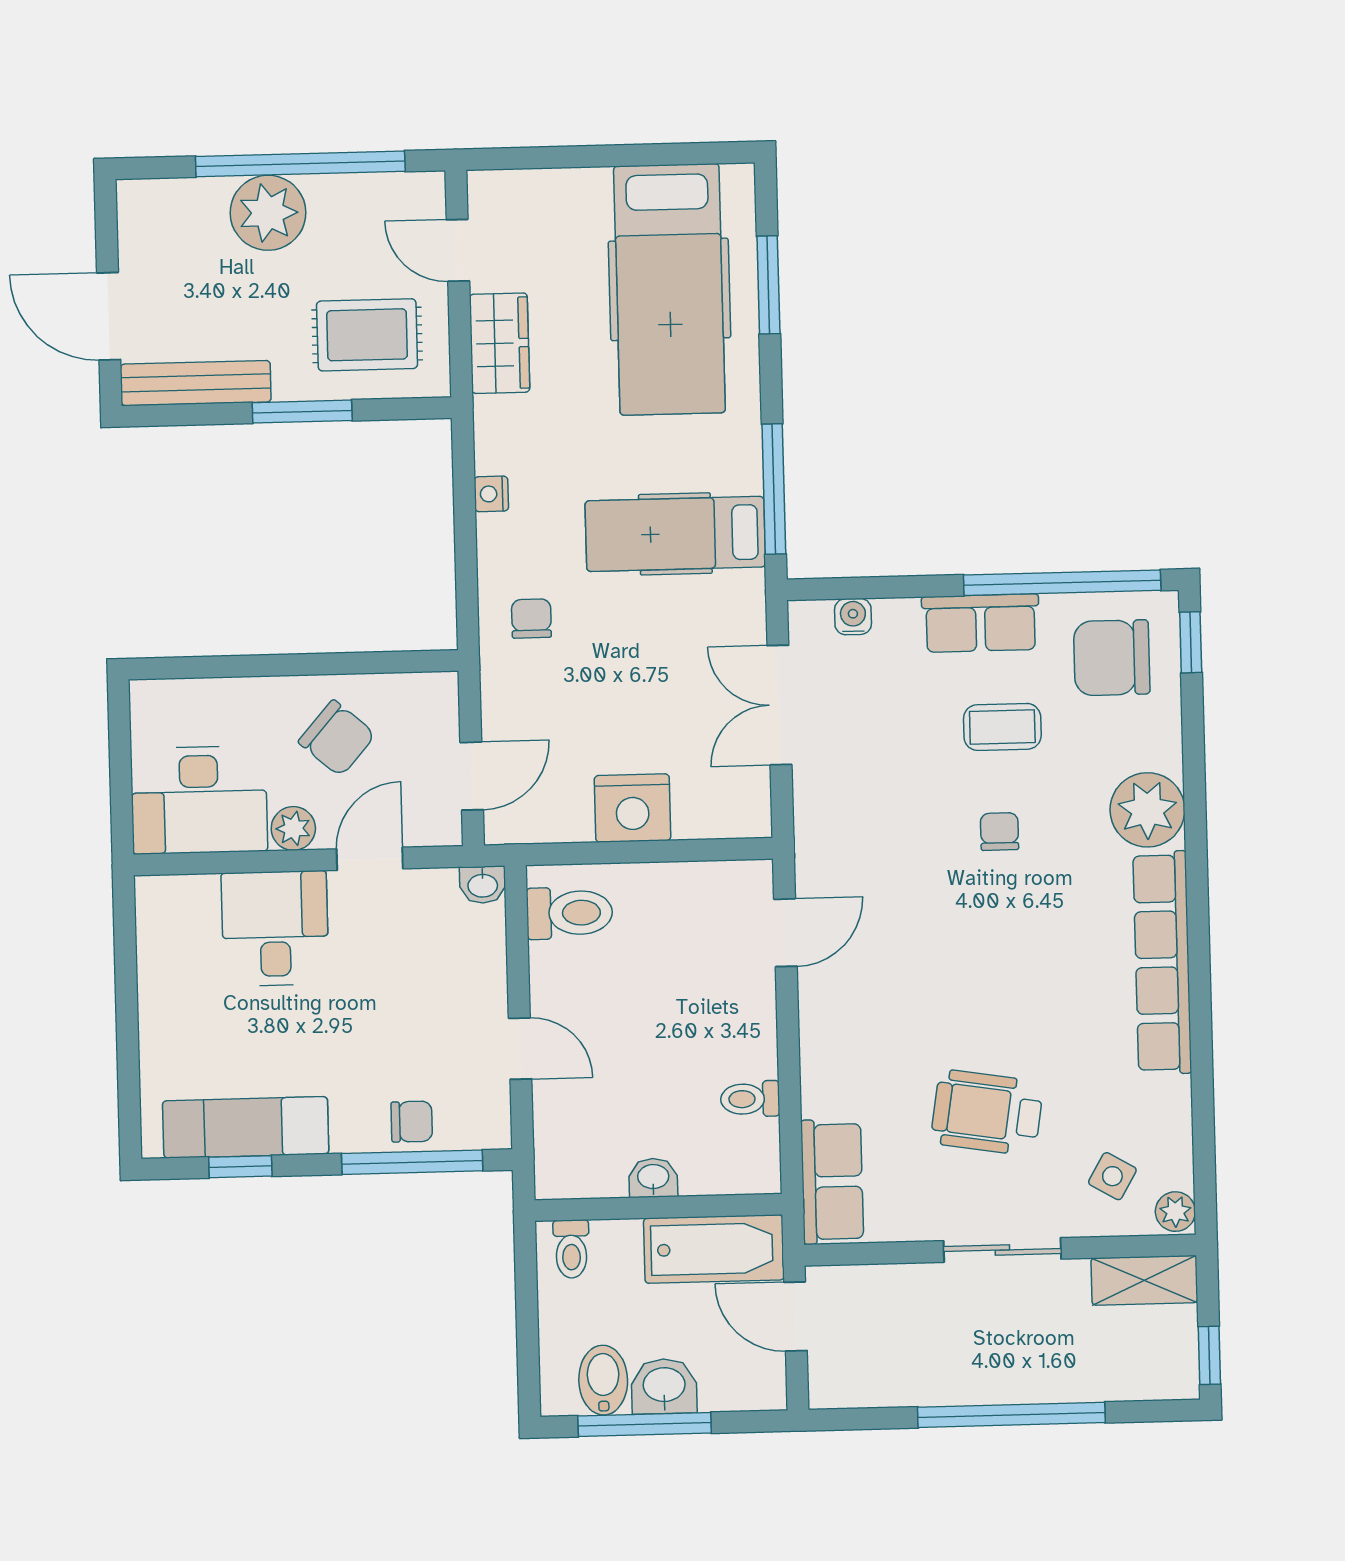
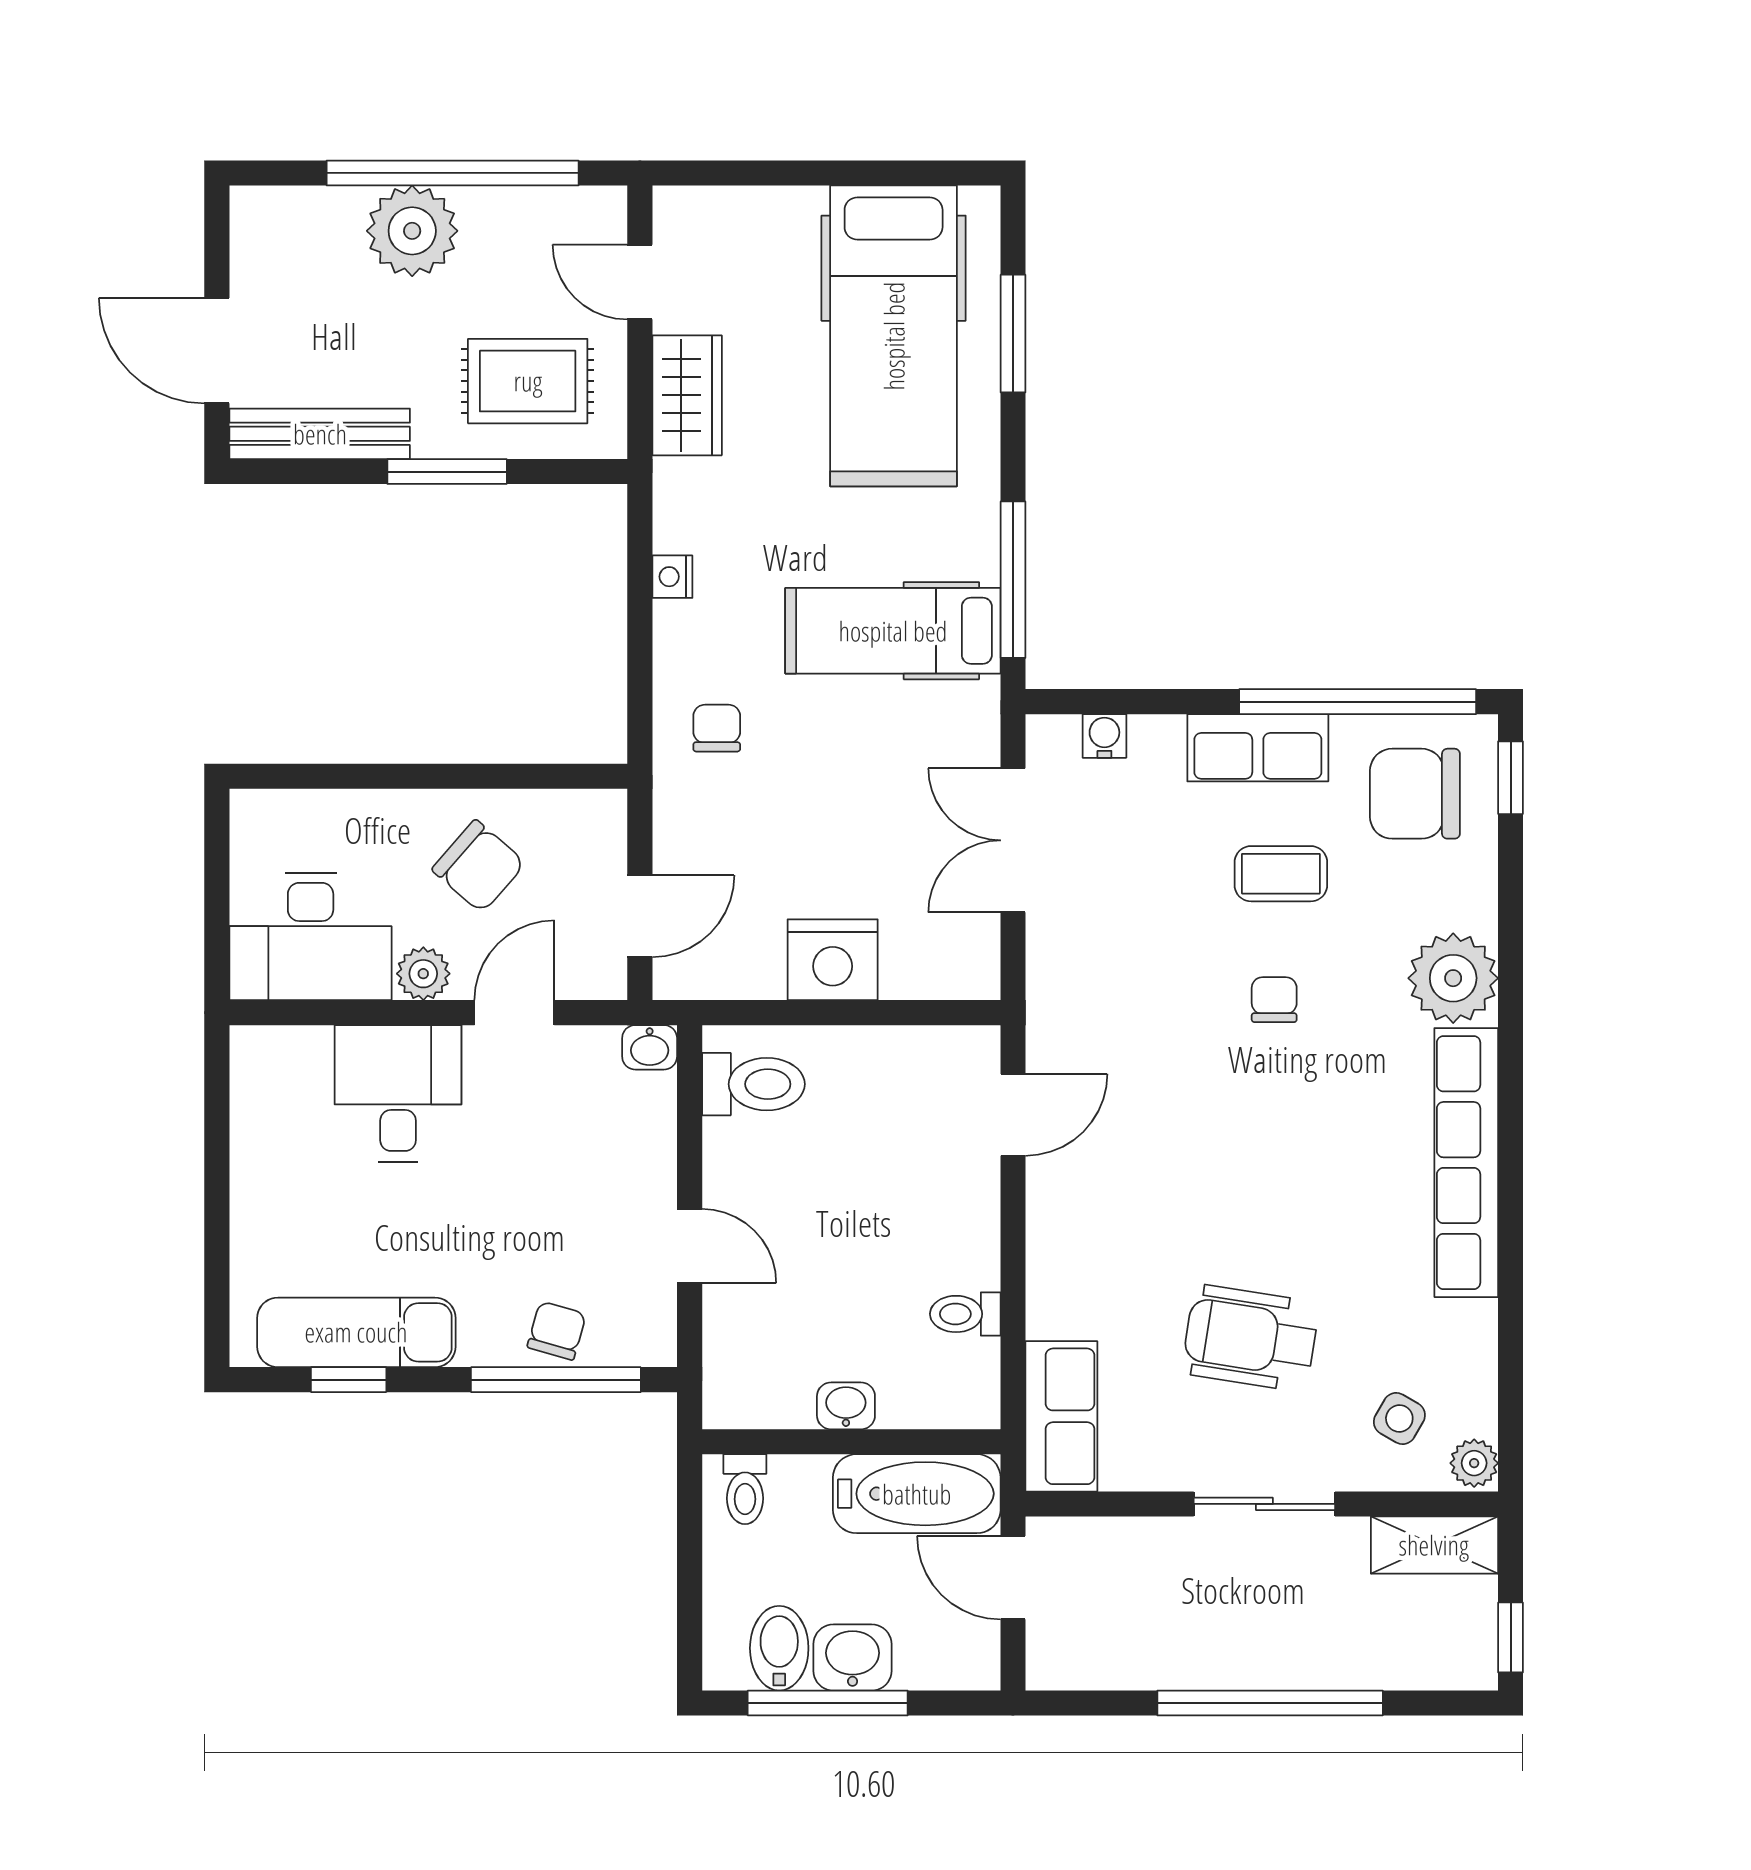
chair: (412, 1122) -> (557, 1331), turned -74

